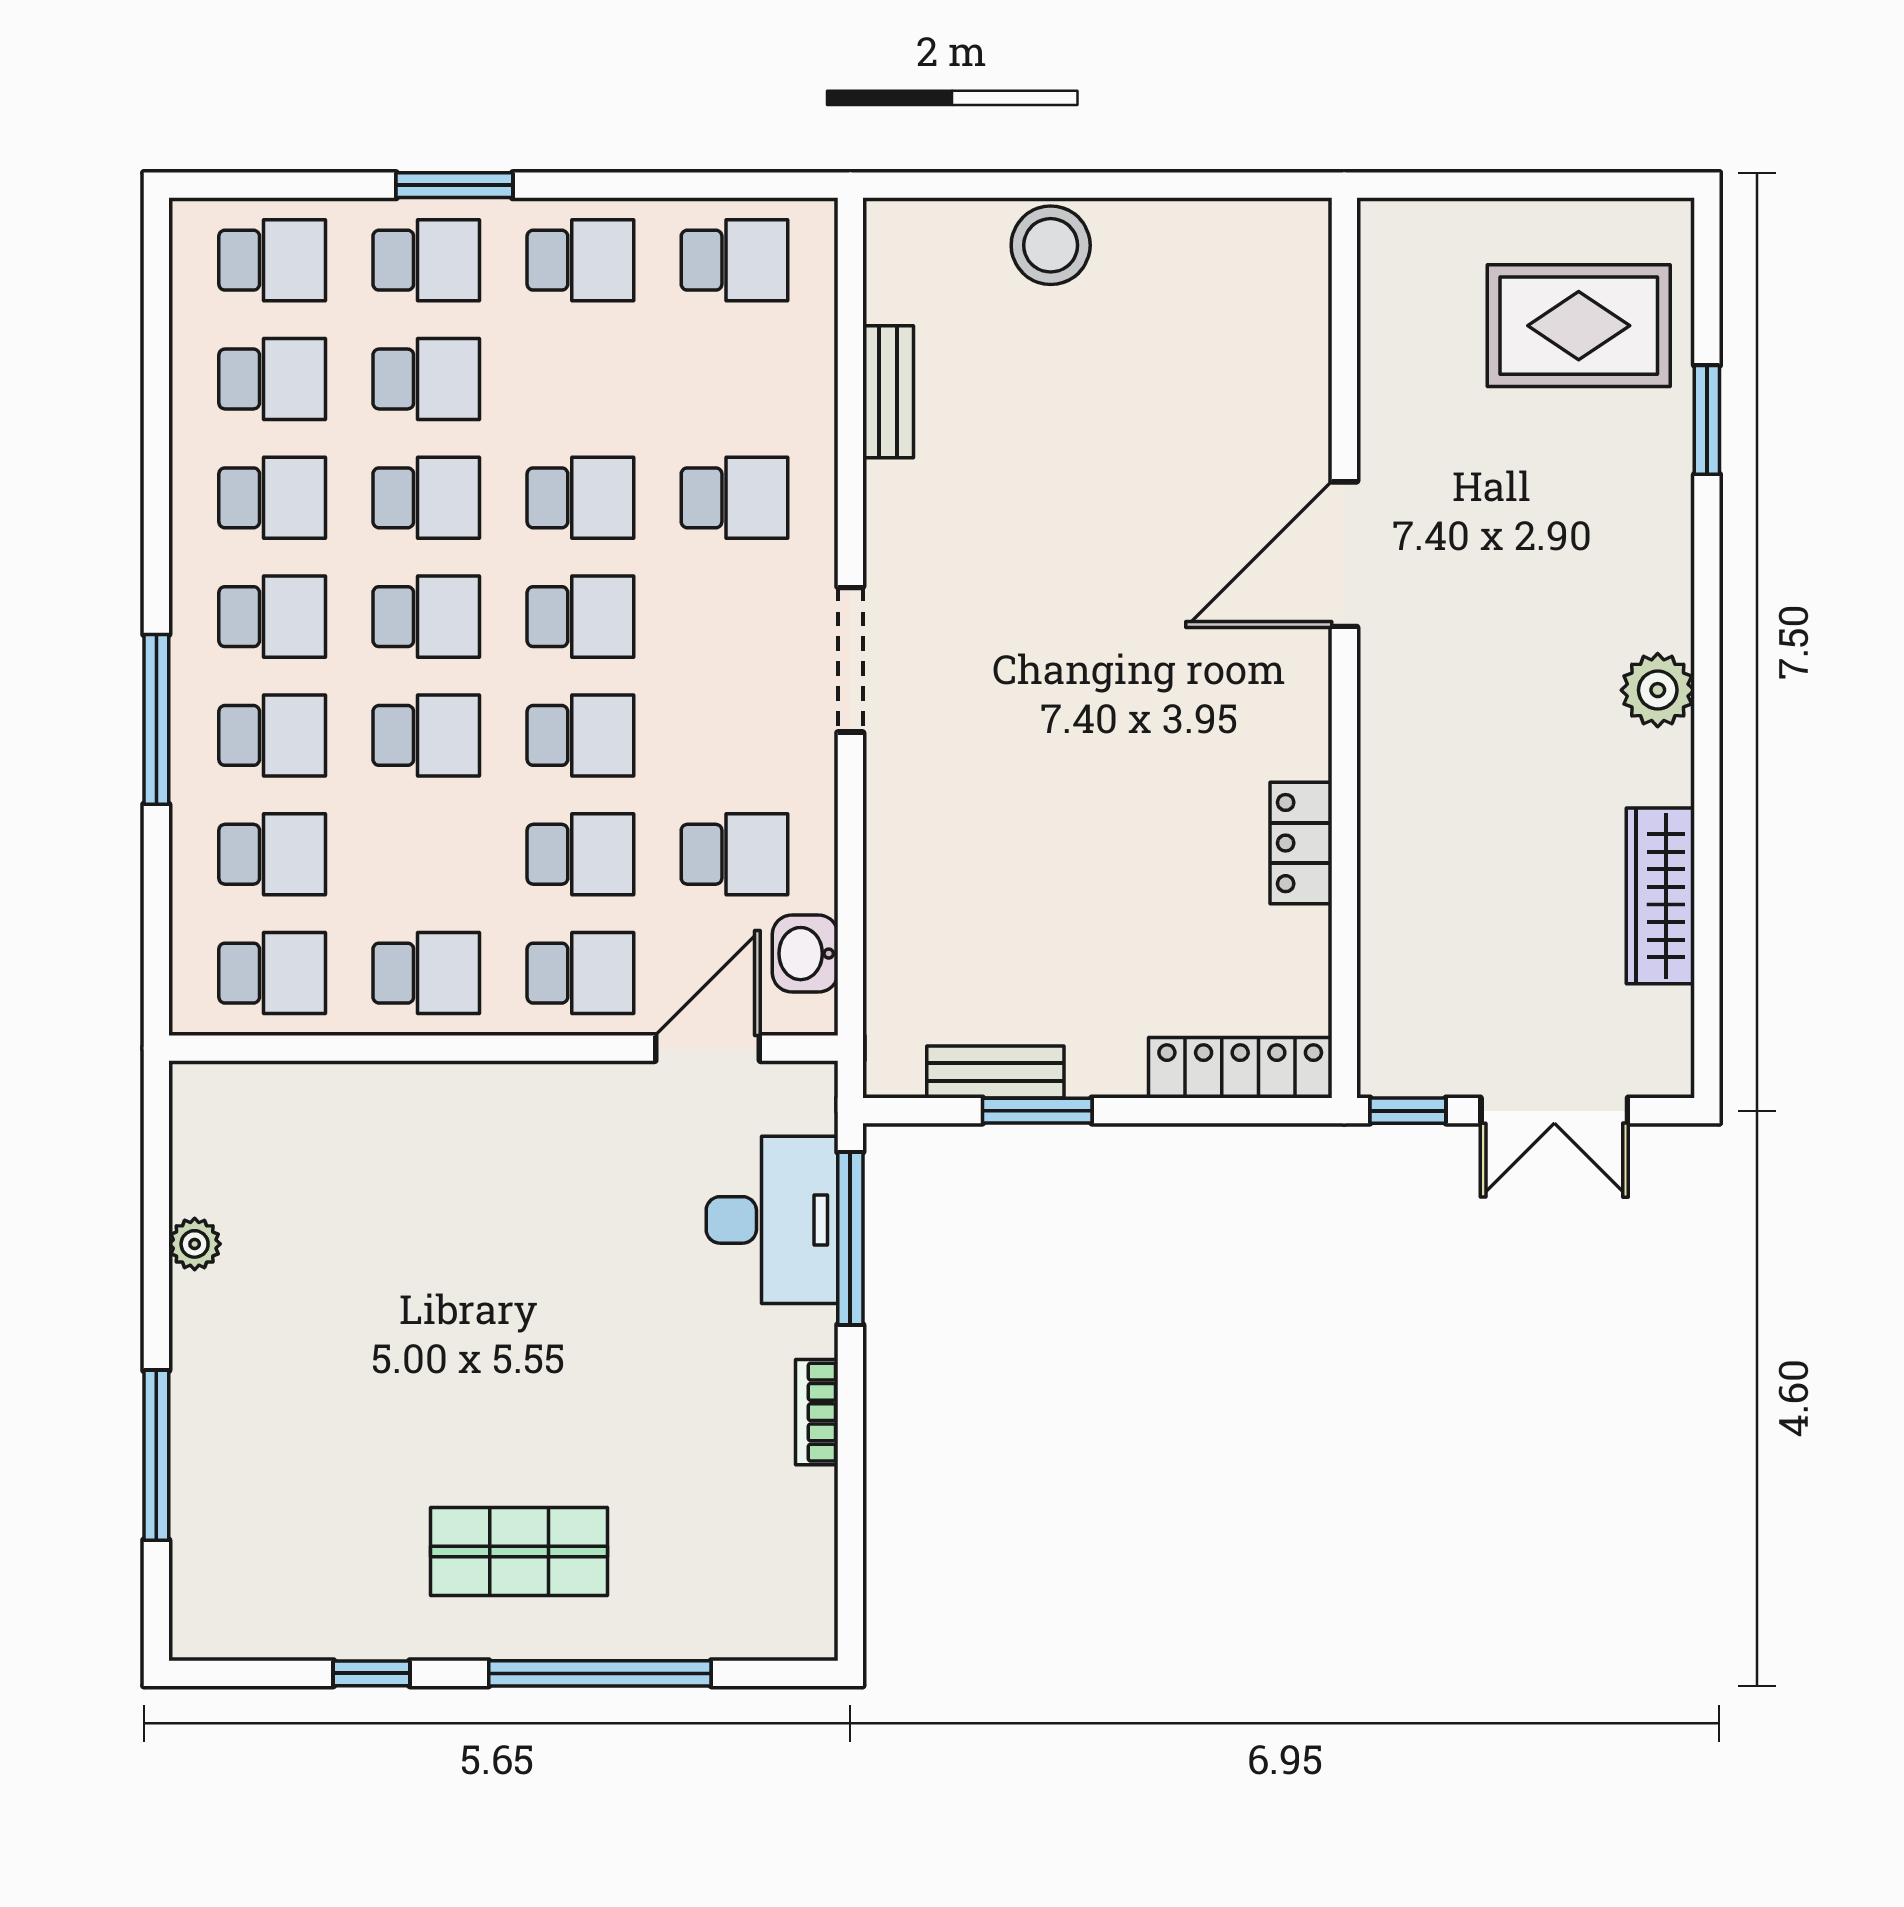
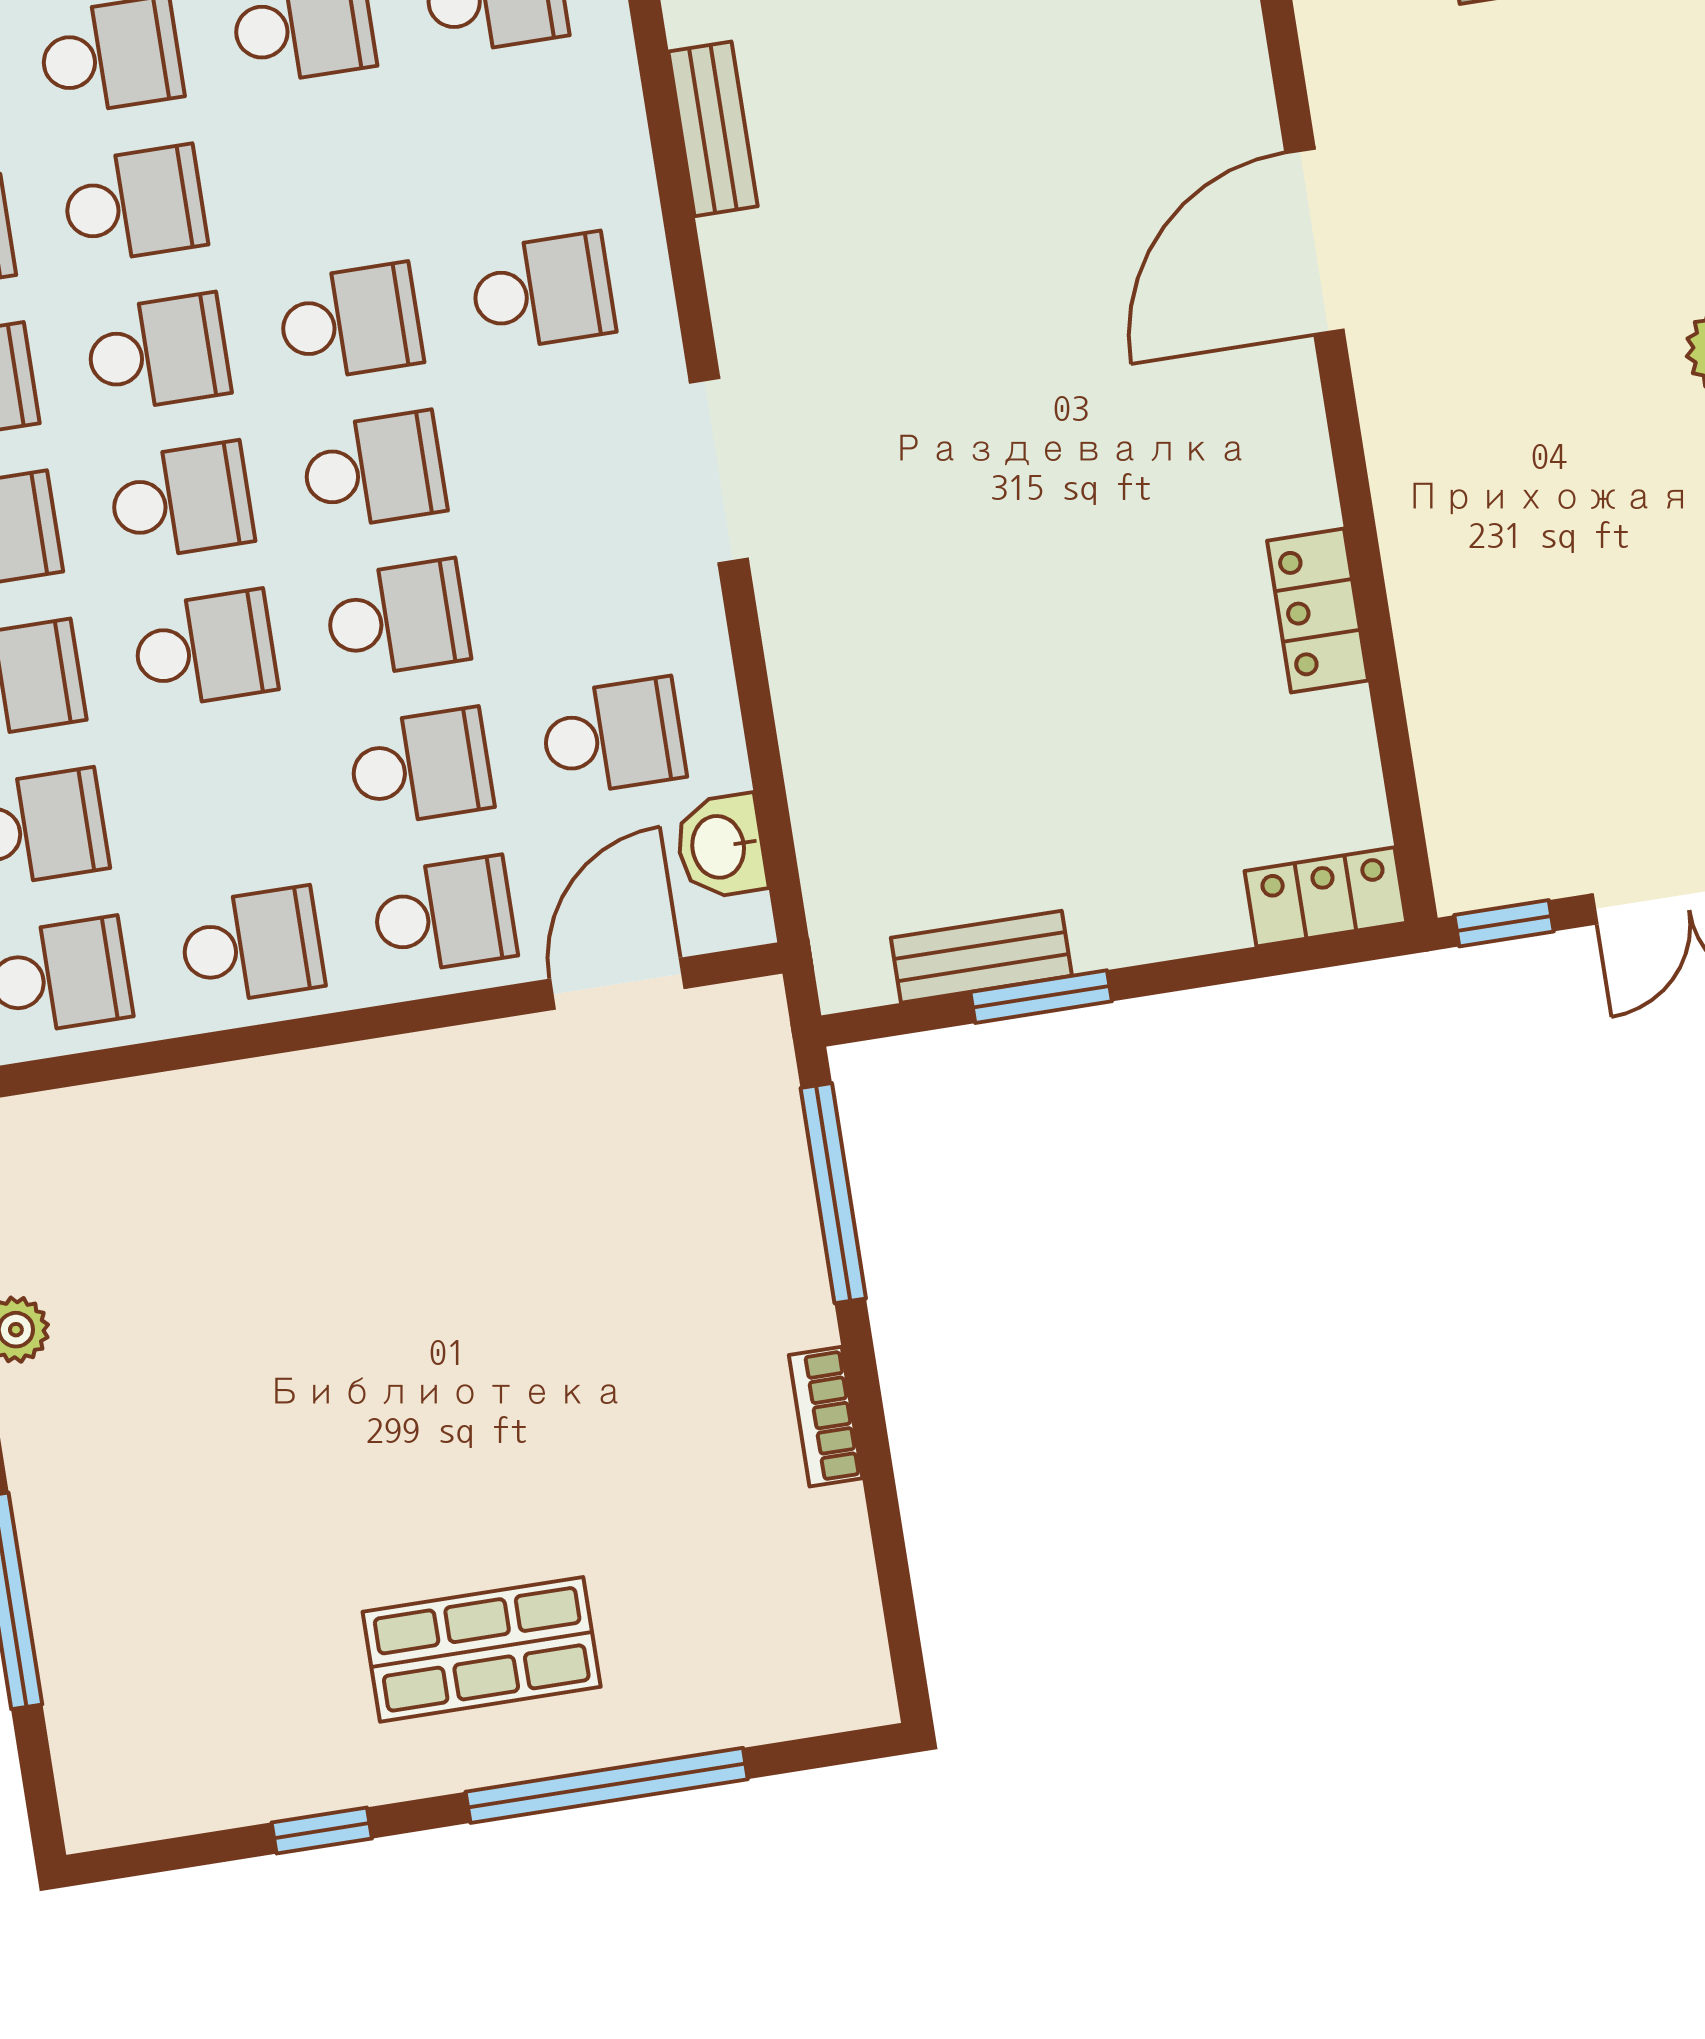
locker: (1240, 1068) -> (1326, 897), width x0.66
desk: (772, 1220) -> (732, 1186), removed

